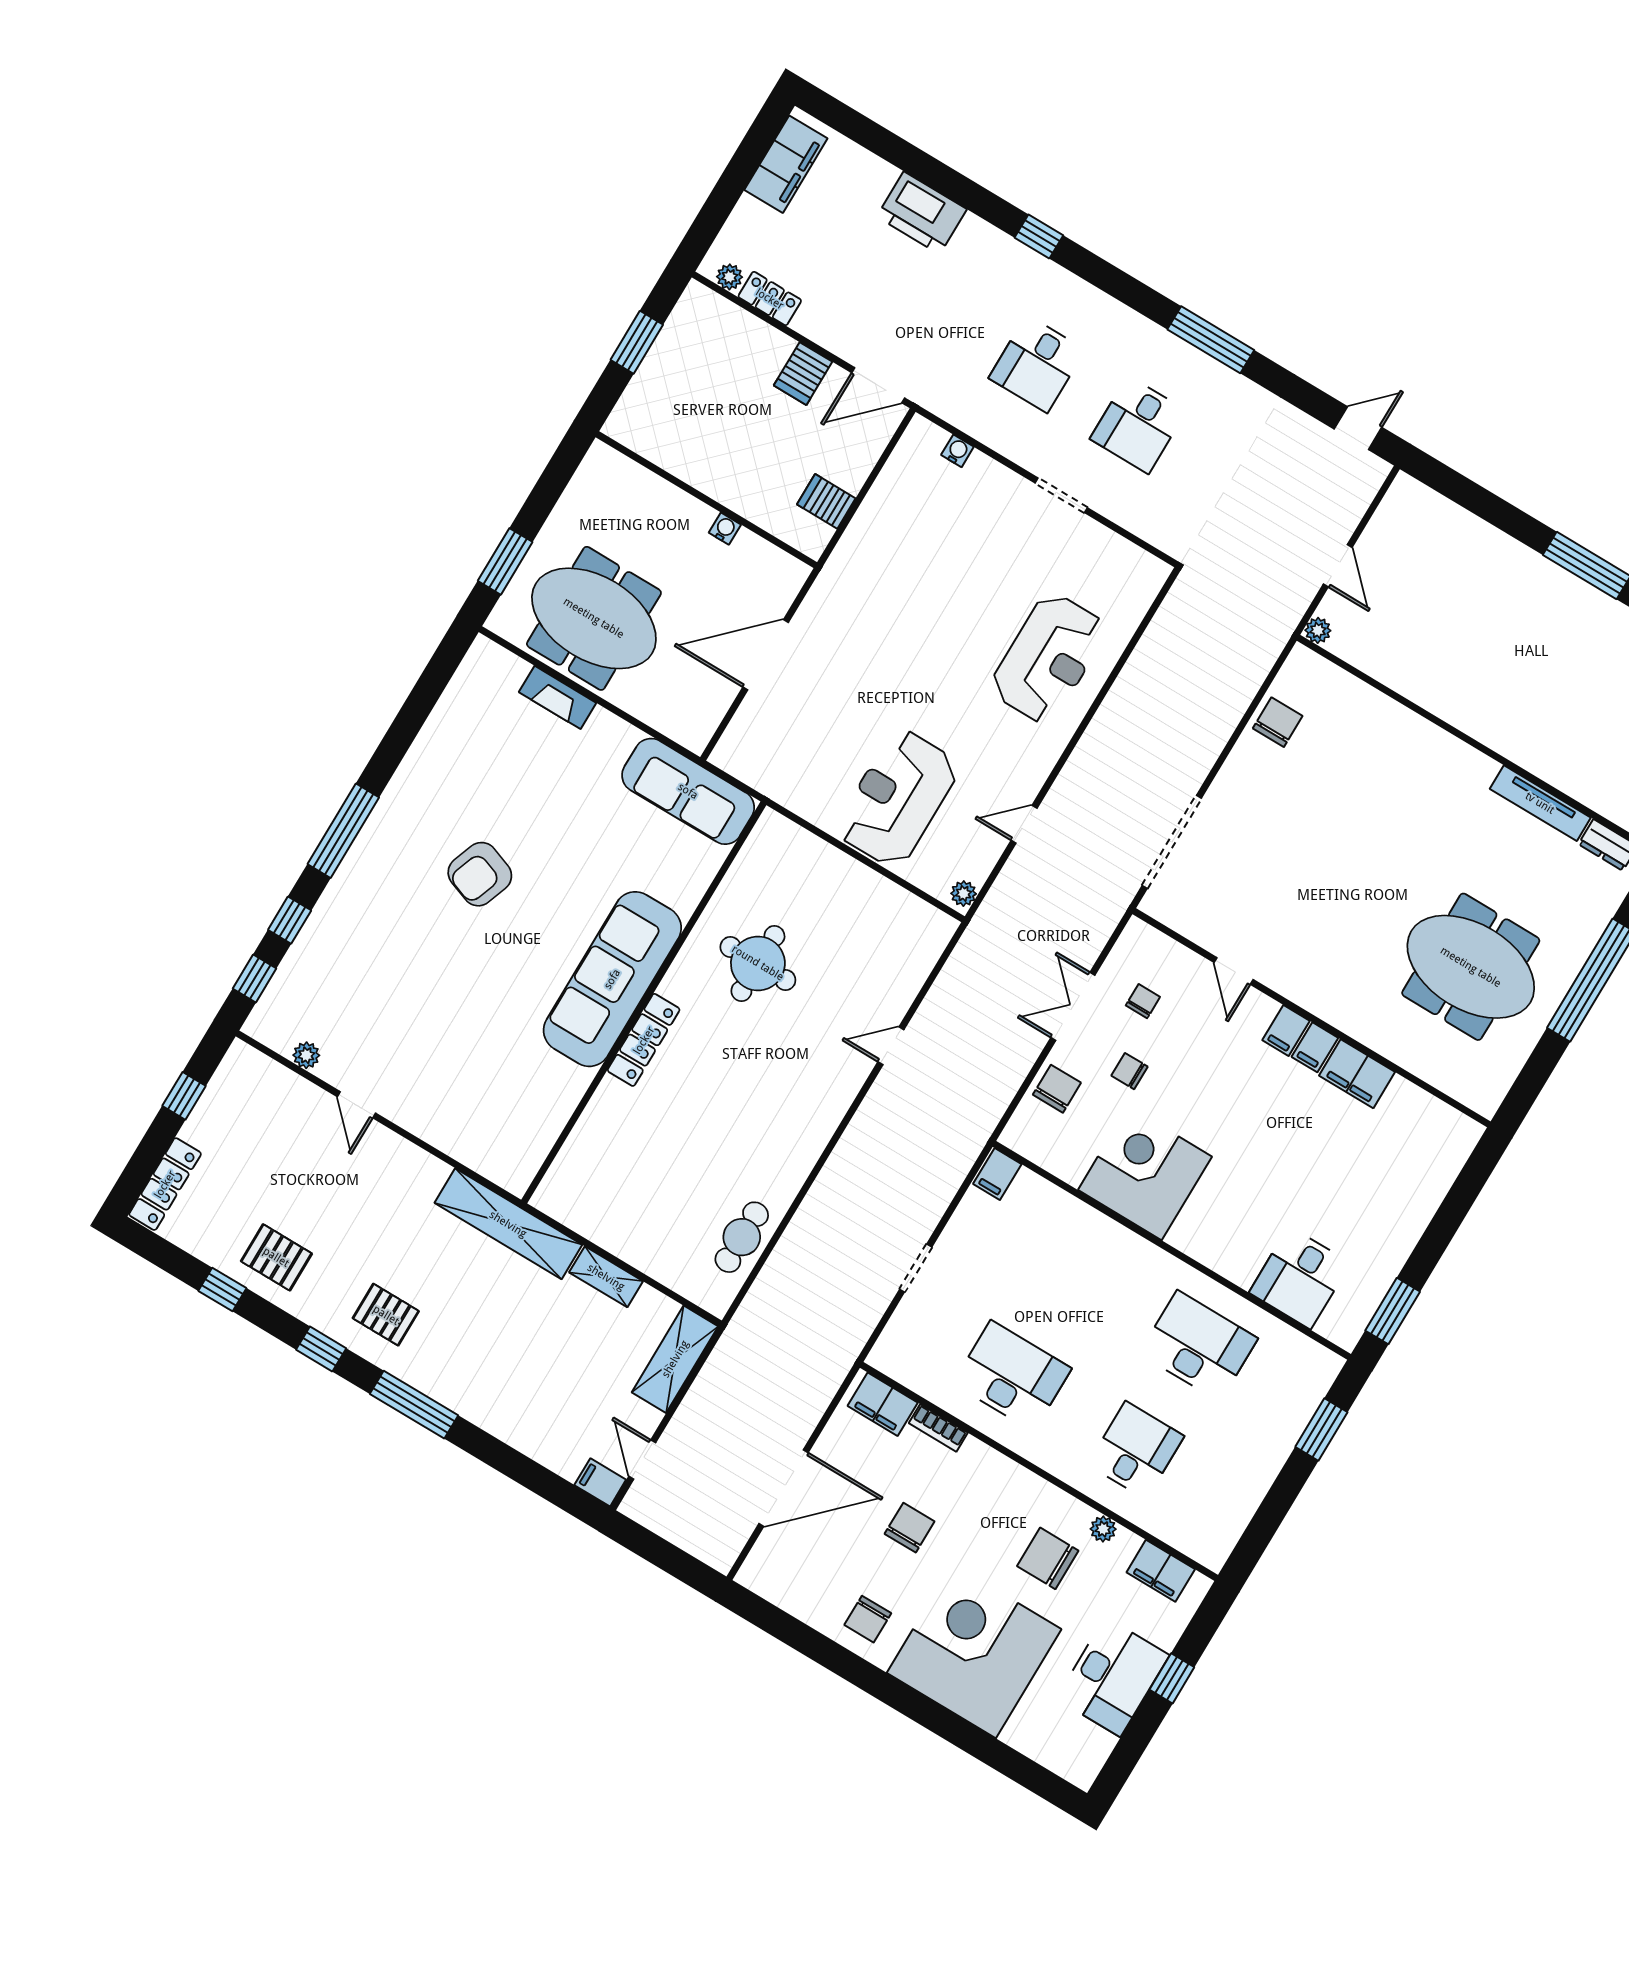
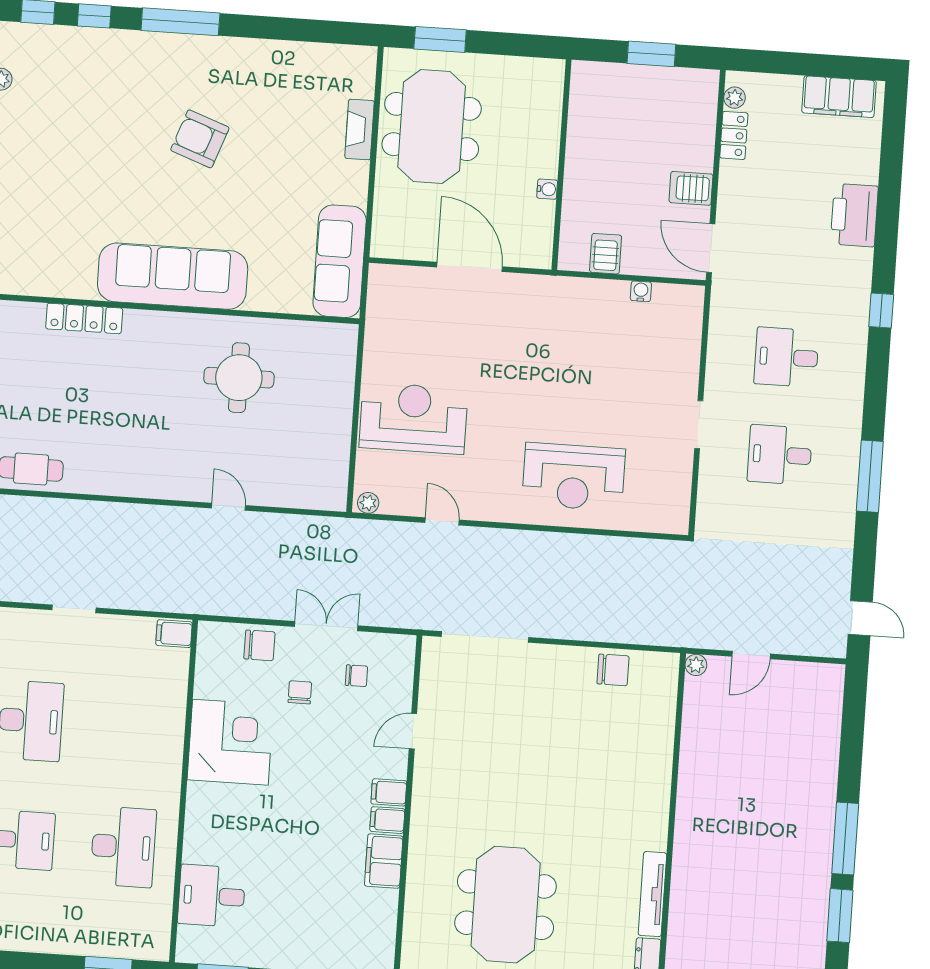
water cooler: (957, 451) -> (641, 291), moved, turned -90
locker: (644, 1040) -> (84, 318), moved

